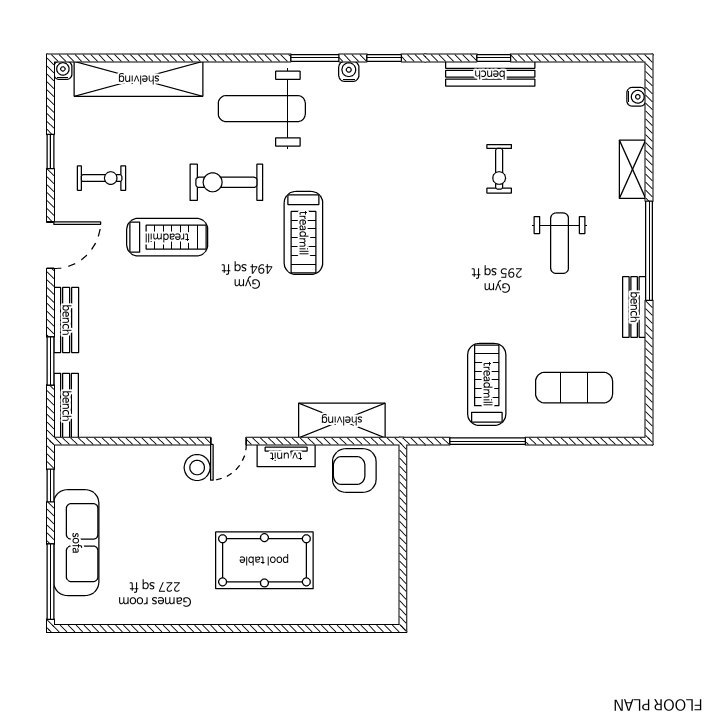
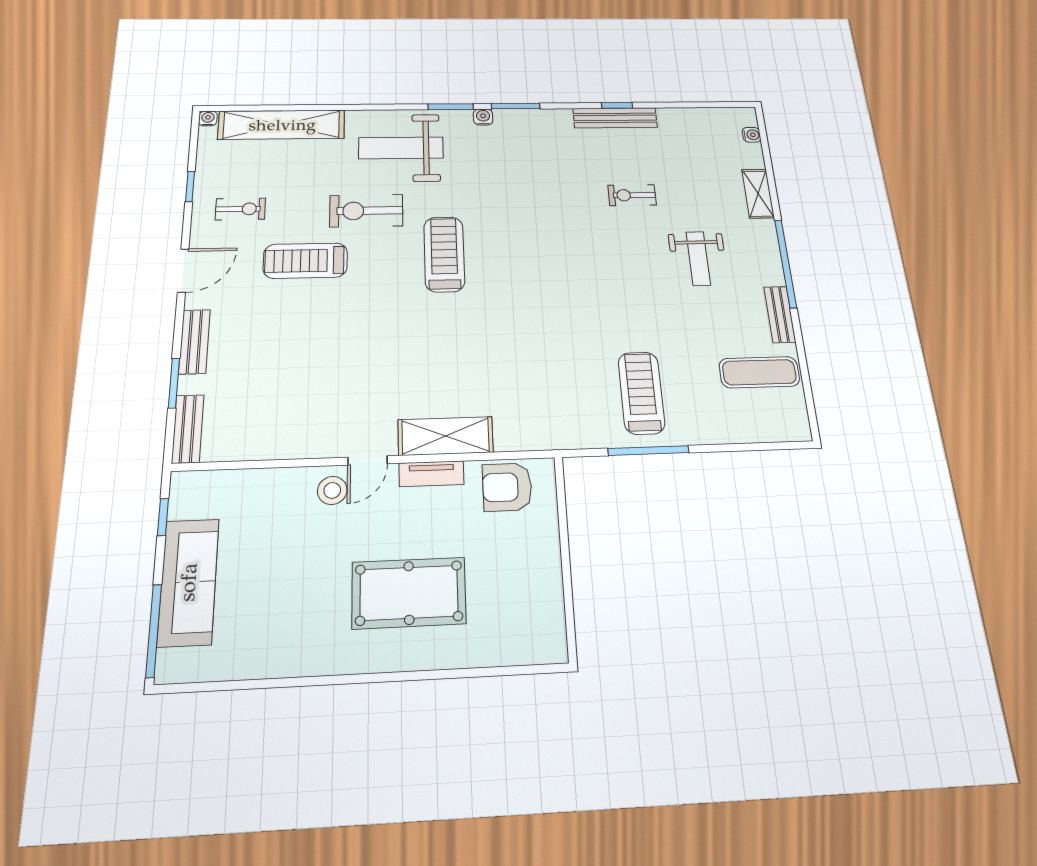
window: (384, 58) -> (516, 106), width x1.50
exercise bike: (499, 169) -> (632, 195), turned 90
treadmill: (303, 233) -> (444, 254), turned 180
treadmill: (167, 237) -> (305, 261), turned 180
exercise mat: (574, 388) -> (759, 372), moved
shelving: (342, 420) -> (446, 436), moved

